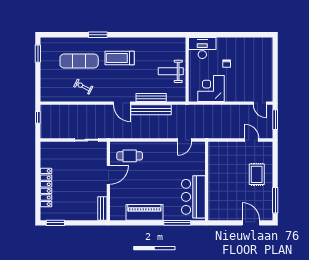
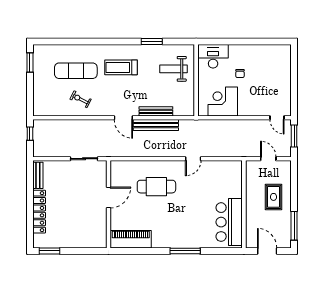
window: (98, 35) -> (152, 41), moved
weight bench: (171, 71) -> (173, 69), moved
cafe table: (130, 156) -> (156, 187), moved, width x1.37, depth x1.35
wall: (207, 181) -> (244, 204), moved
bar counter: (193, 197) -> (229, 222), moved
bench: (102, 208) -> (38, 175), moved
piano: (144, 212) -> (131, 239), moved

